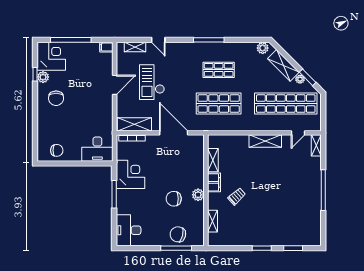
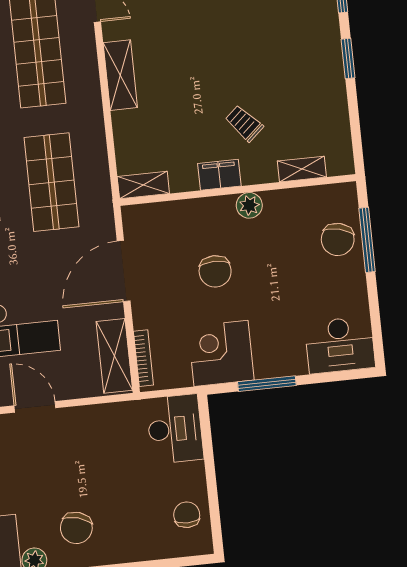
chair: (56, 98) -> (76, 528), turned 106
shelving: (213, 160) -> (143, 185), moved
chair: (174, 199) -> (215, 271), moved

